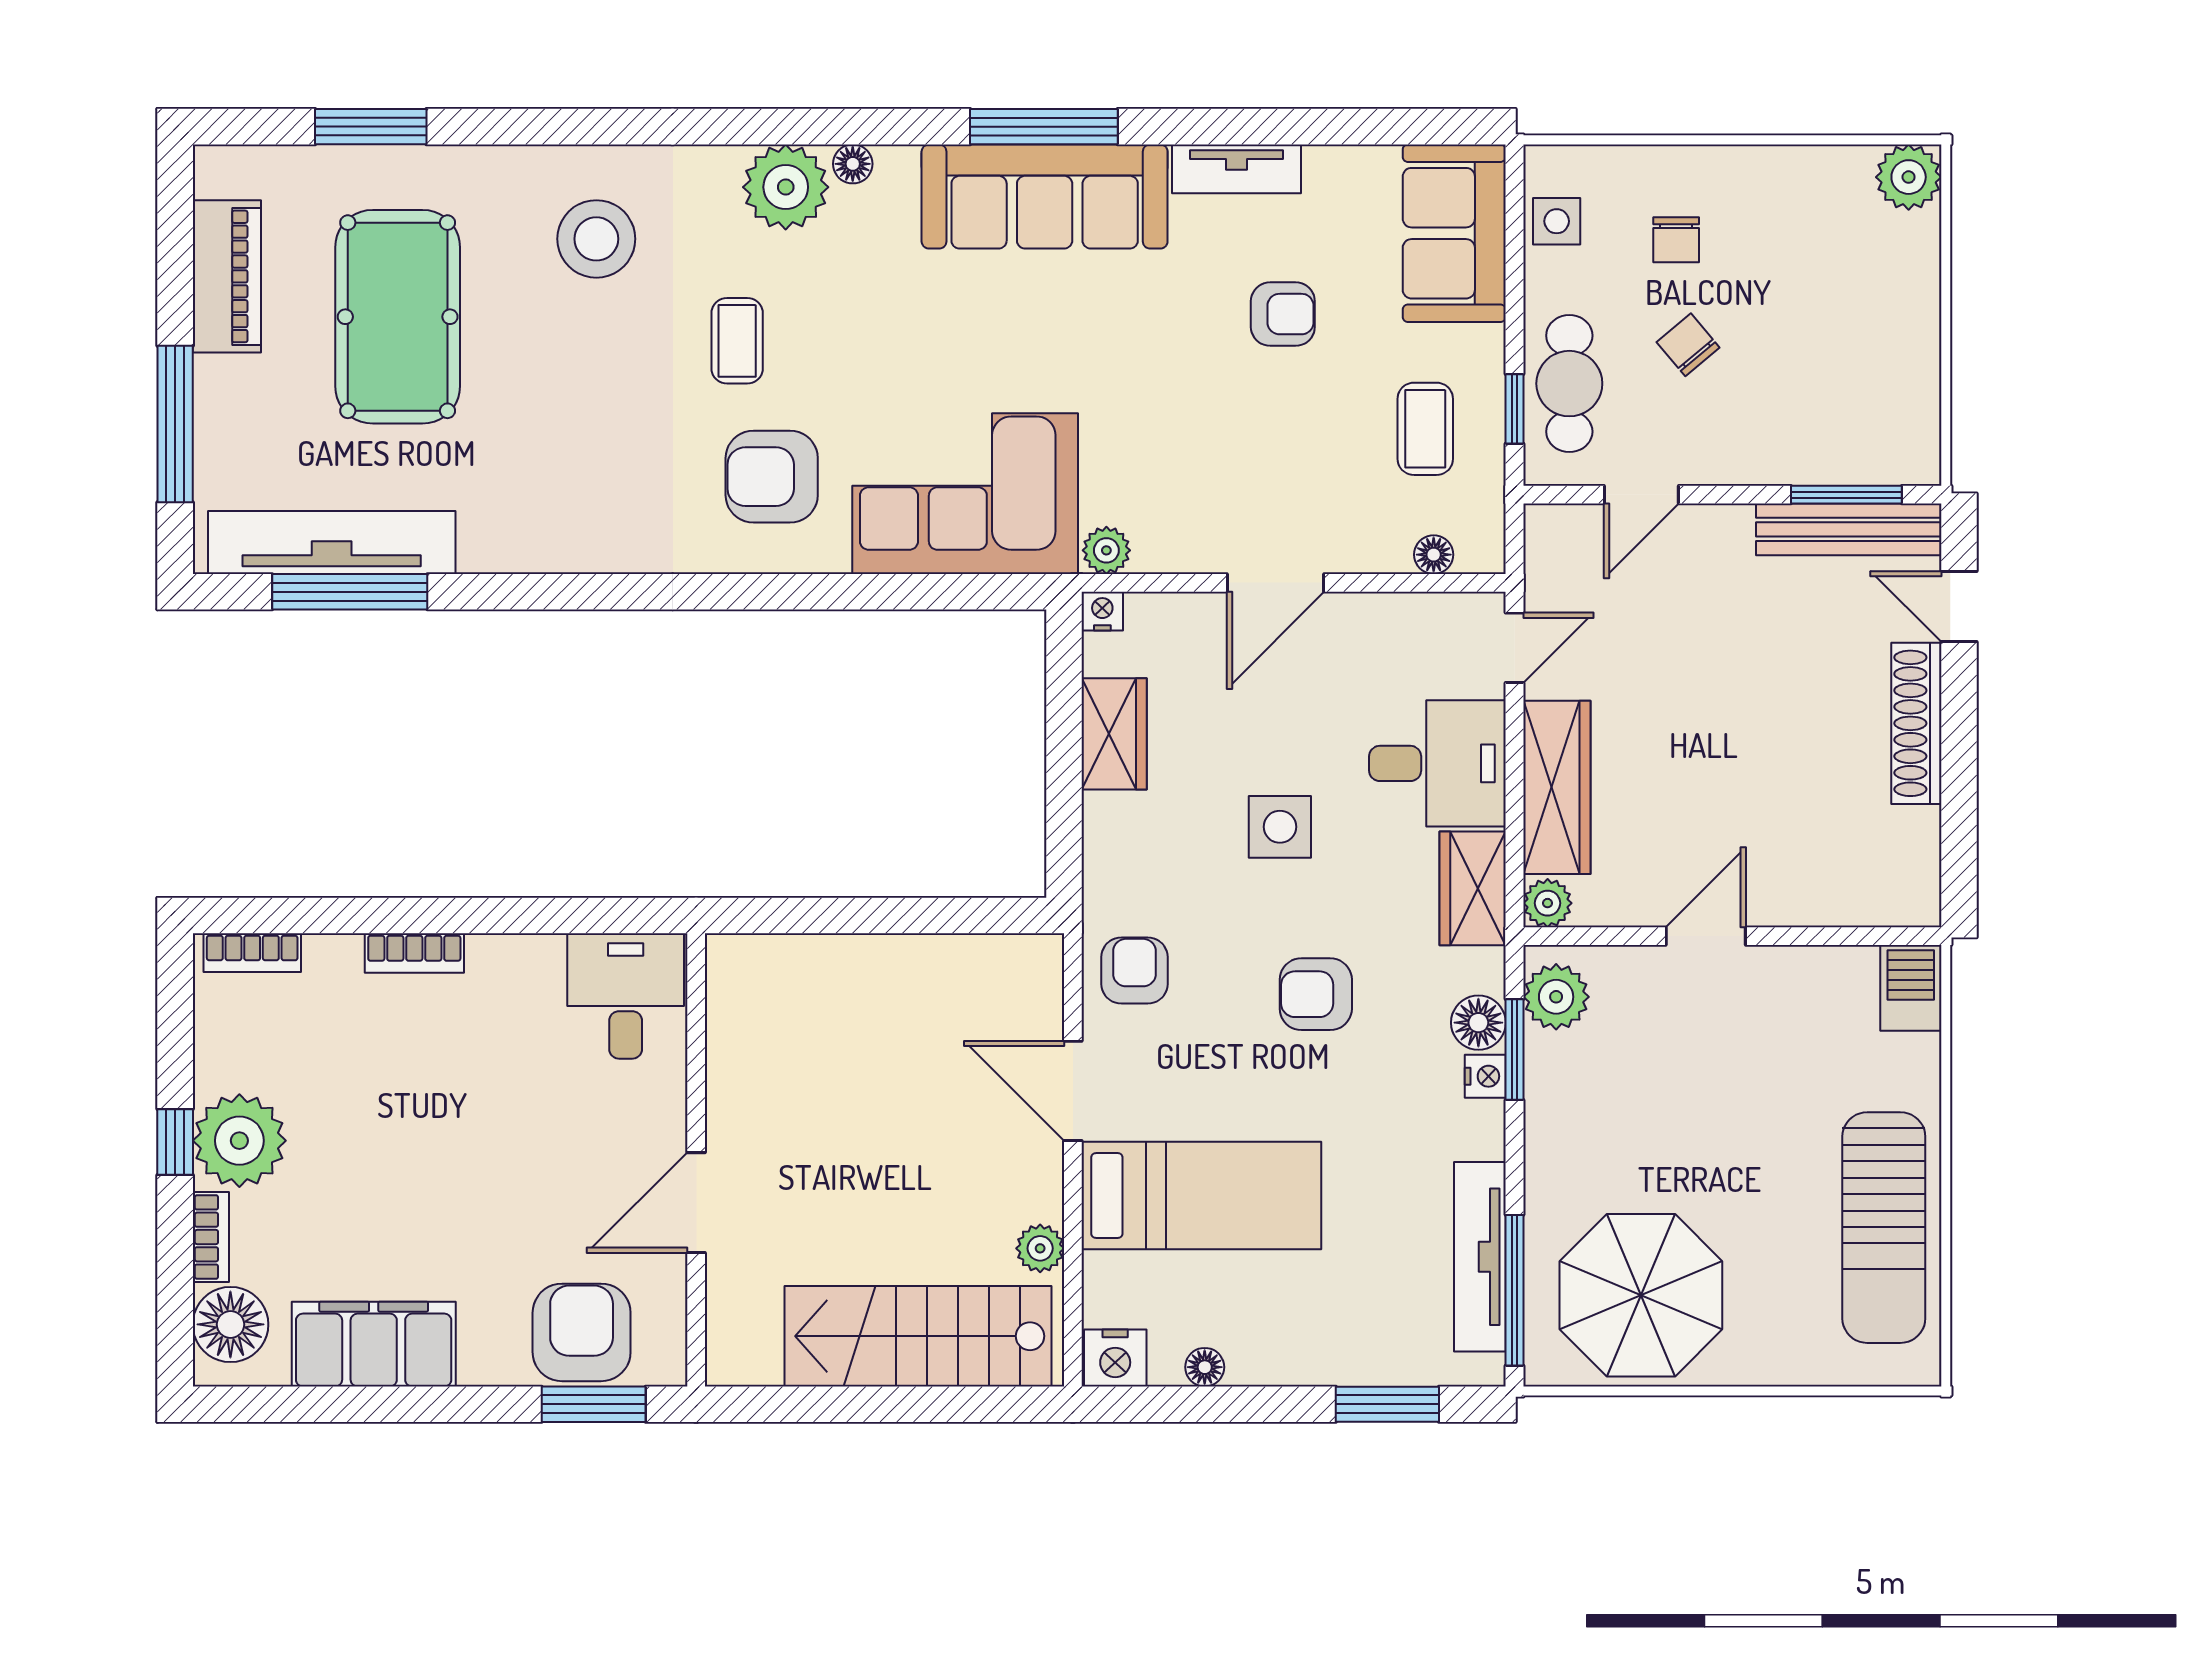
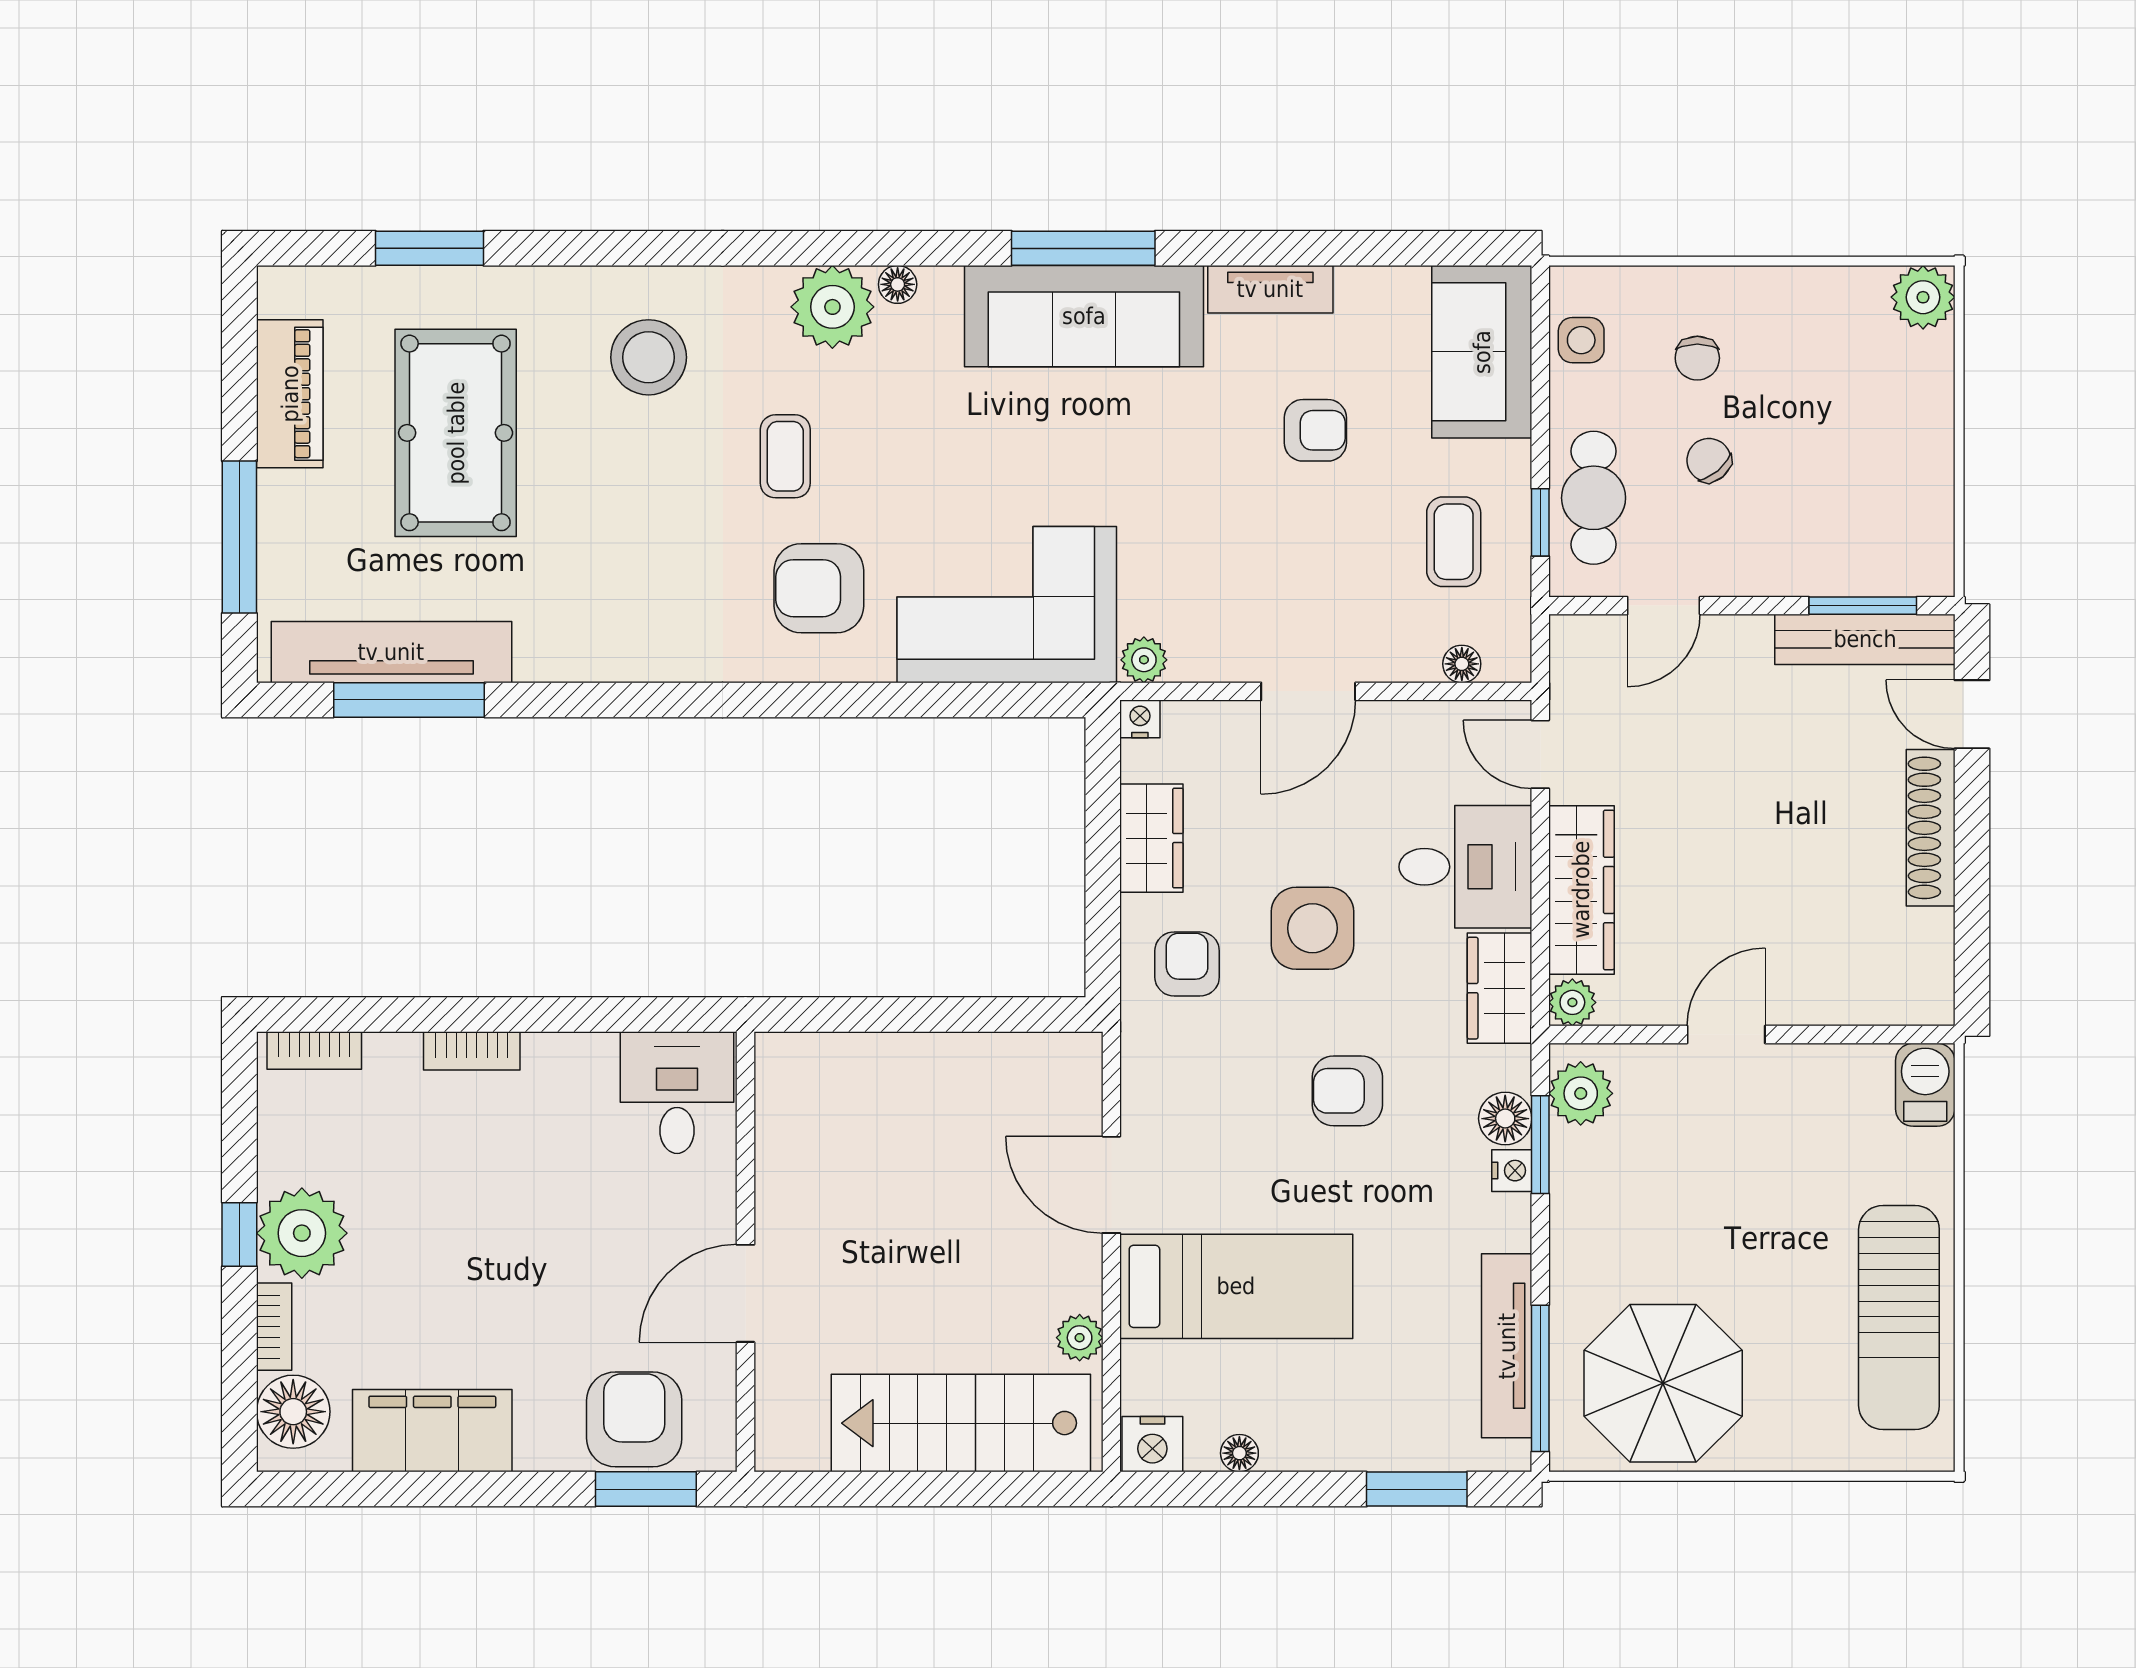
door: (1514, 648) -> (1540, 754), swing flipped
side table: (1280, 827) -> (1313, 928), width x1.37, depth x1.37
armchair: (1135, 971) -> (1187, 964), moved

